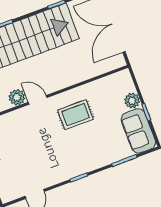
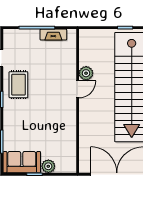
rug: (76, 115) -> (18, 85), moved

